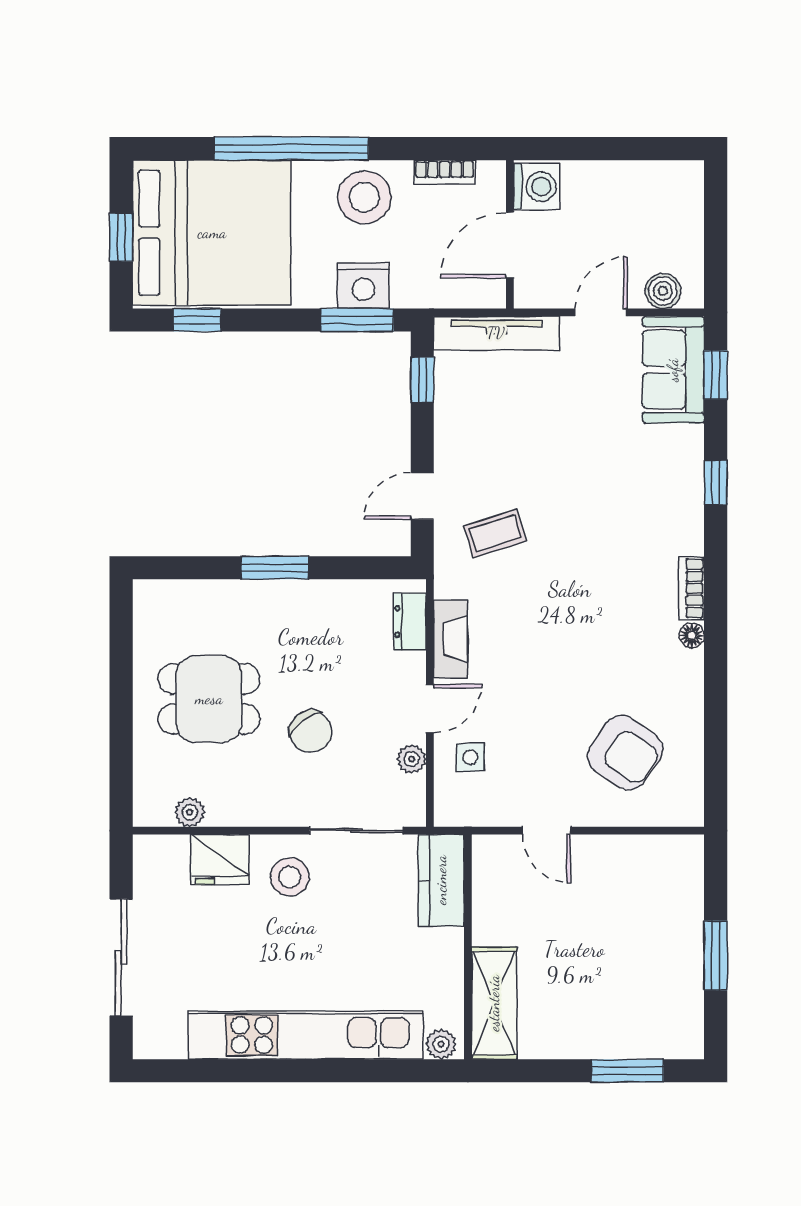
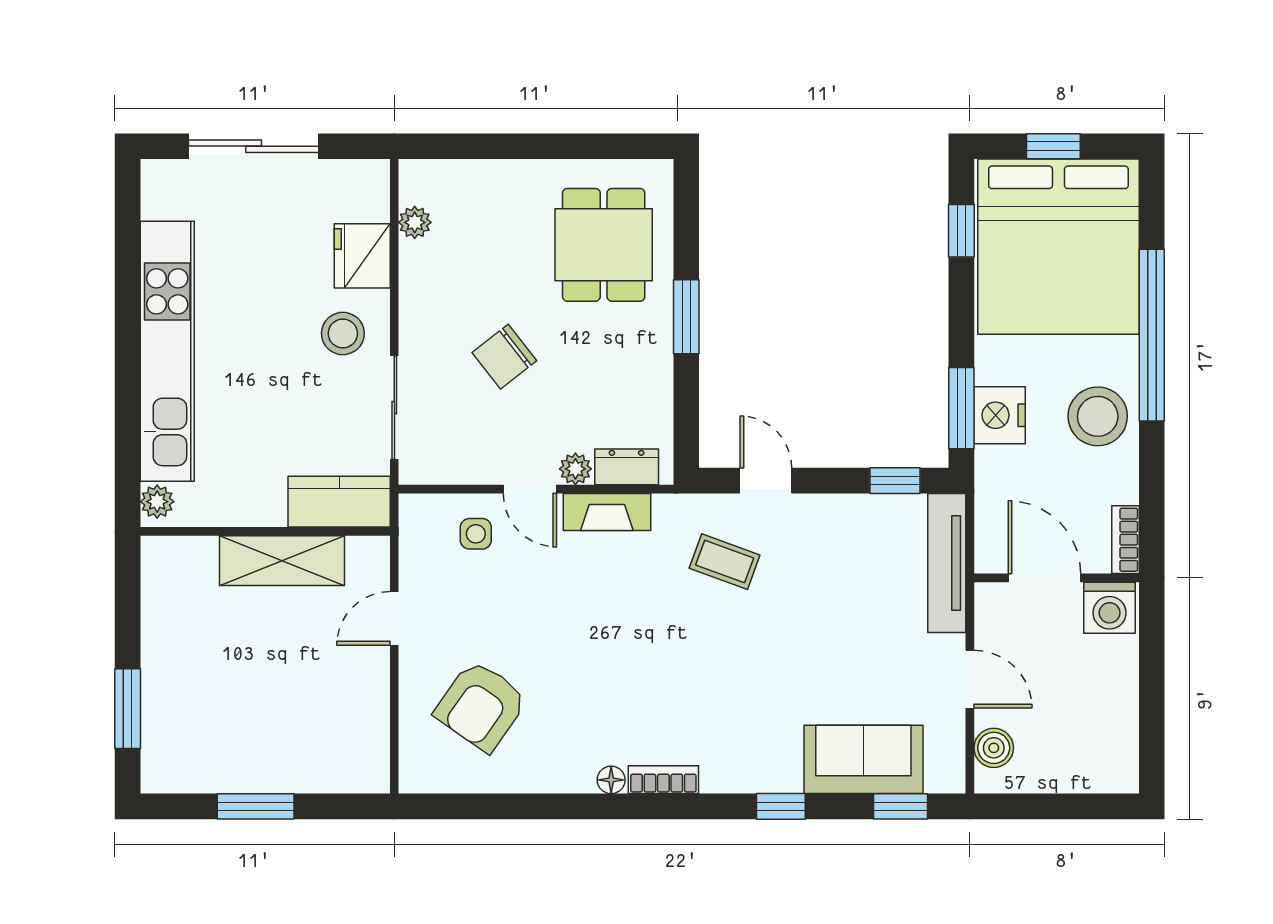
bookcase: (445, 172) -> (1126, 540), moved
sofa: (673, 370) -> (863, 759), moved
coffee table: (495, 533) -> (725, 562), turned -53
dining table: (209, 699) -> (604, 245), moved
plant: (412, 759) -> (575, 469), moved
shelving: (494, 1003) -> (282, 561), moved

